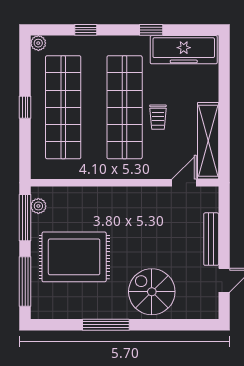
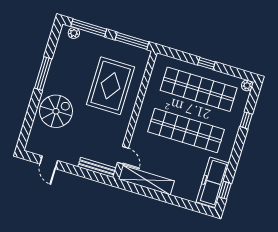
window: (151, 30) -> (225, 190), moved
trolley: (158, 117) -> (173, 151), removed
plant: (38, 206) -> (74, 33), moved
bench: (211, 239) -> (97, 167), moved
rug: (74, 257) -> (111, 86), moved

